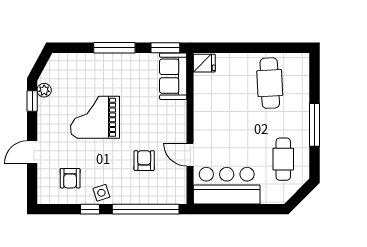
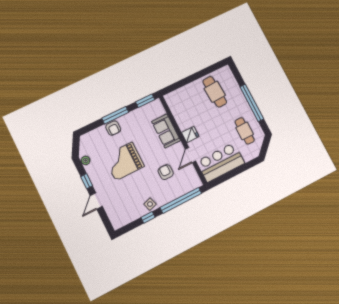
fridge: (204, 63) -> (190, 134), moved
sofa: (173, 76) -> (166, 131), moved
window: (32, 101) -> (87, 181), moved
window: (315, 125) -> (252, 103), width x1.46
door: (190, 155) -> (191, 155), hinge flipped
armchair: (70, 178) -> (113, 128), moved

